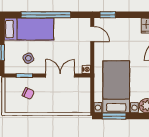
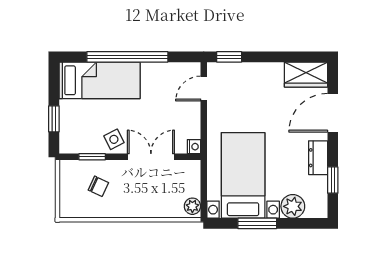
door: (92, 34) -> (204, 89), swing flipped
side table: (28, 58) -> (114, 139), moved
plant: (85, 106) -> (192, 206), added
window: (114, 116) -> (257, 223), moved

